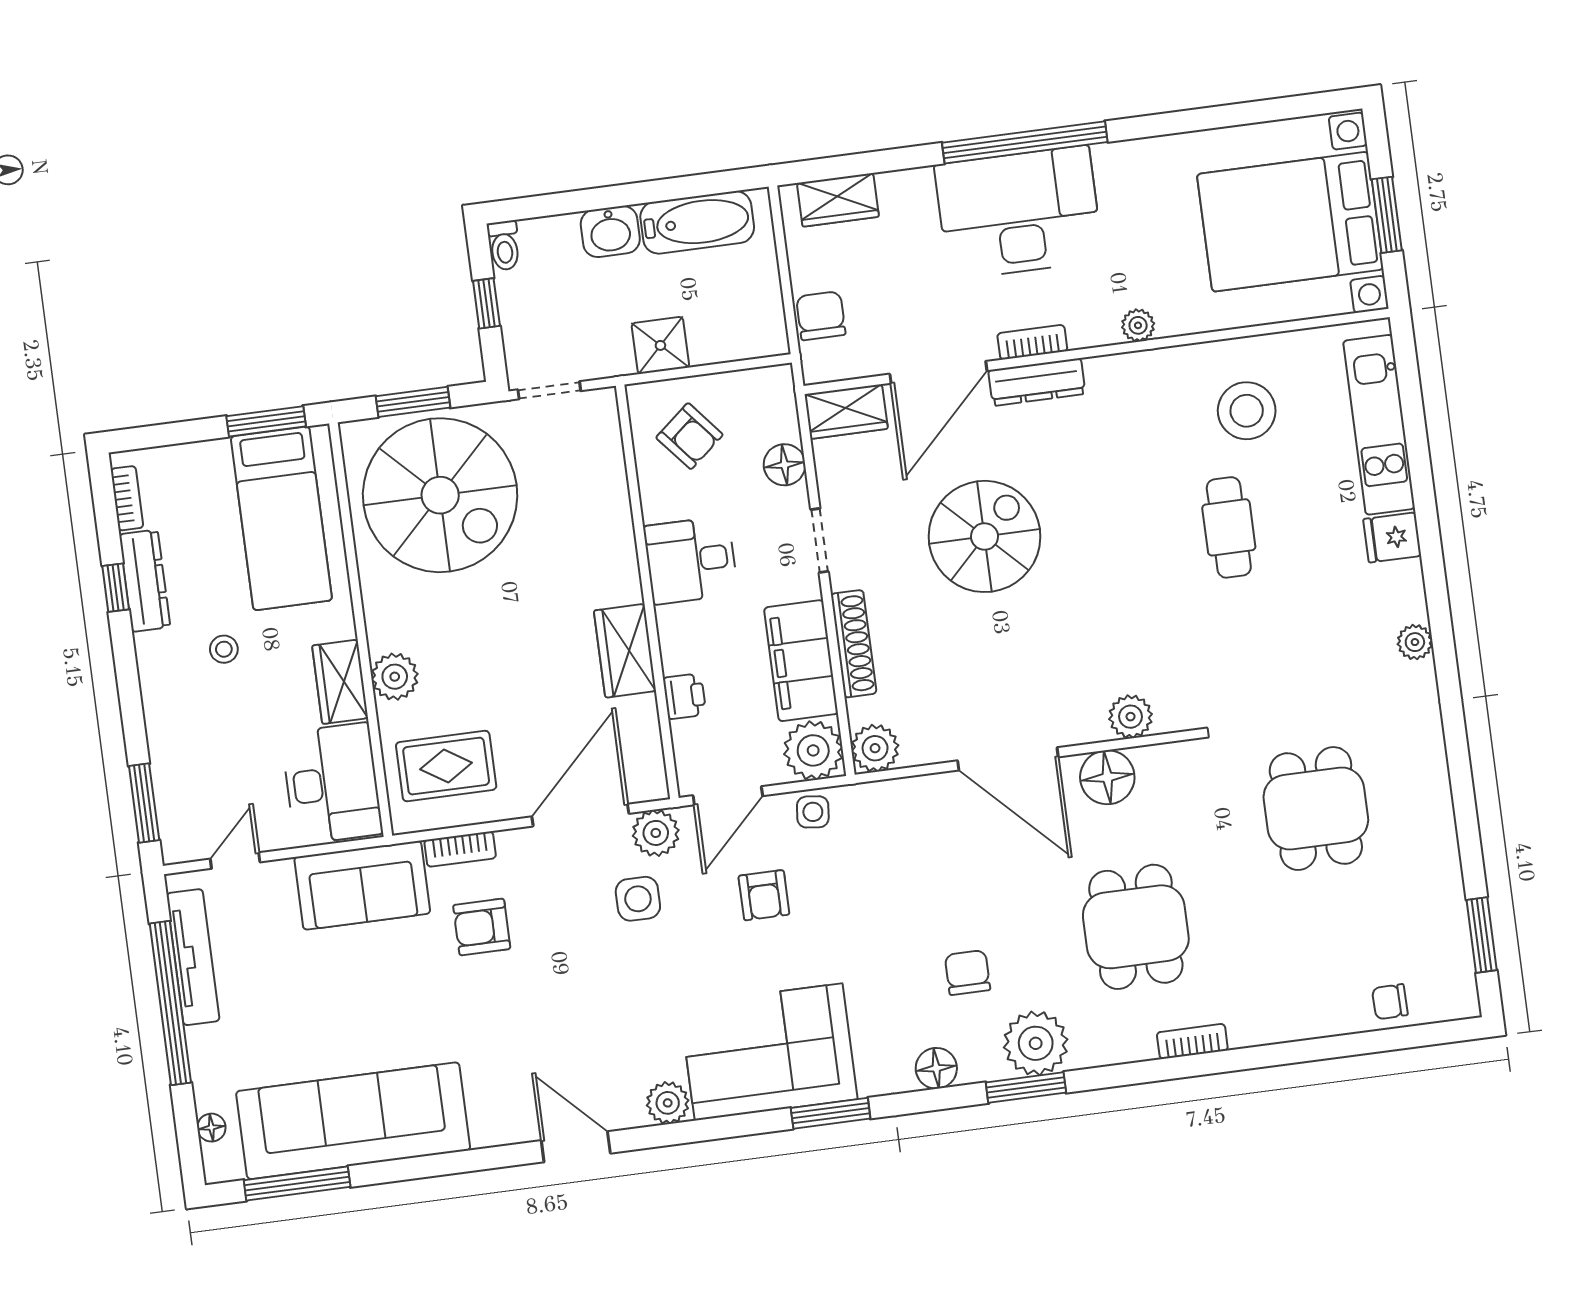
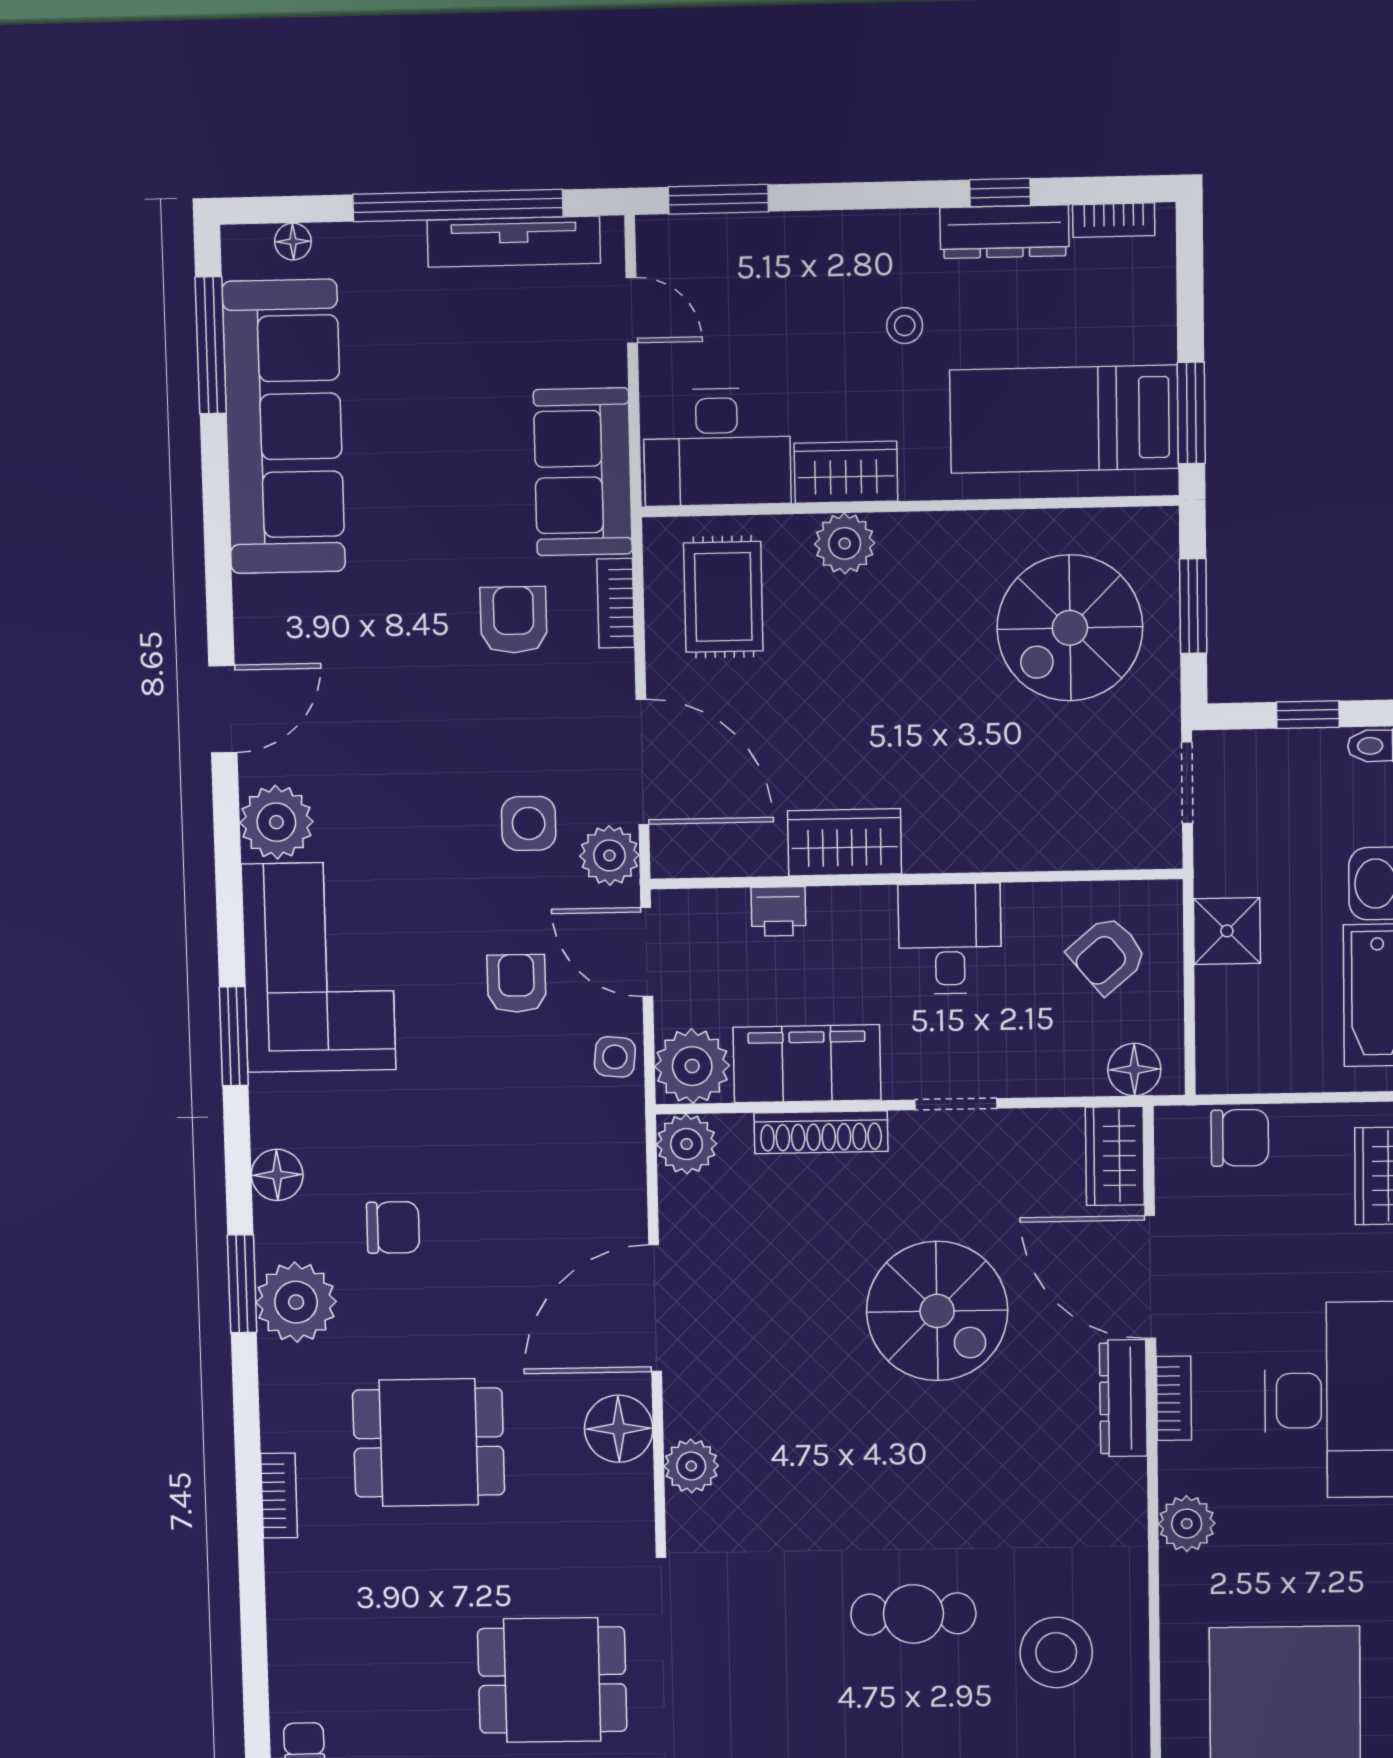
plant: (1138, 325) -> (1187, 1524), width x1.38, depth x1.38
floor lamp: (785, 465) -> (1134, 1069), moved
spiral stairs: (440, 495) -> (1070, 628), width x0.73, depth x0.73
armchair: (764, 895) -> (516, 983), turned 90
plant: (668, 1103) -> (276, 822), width x1.36, depth x1.36

